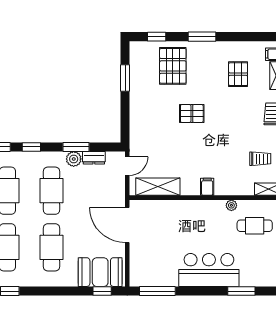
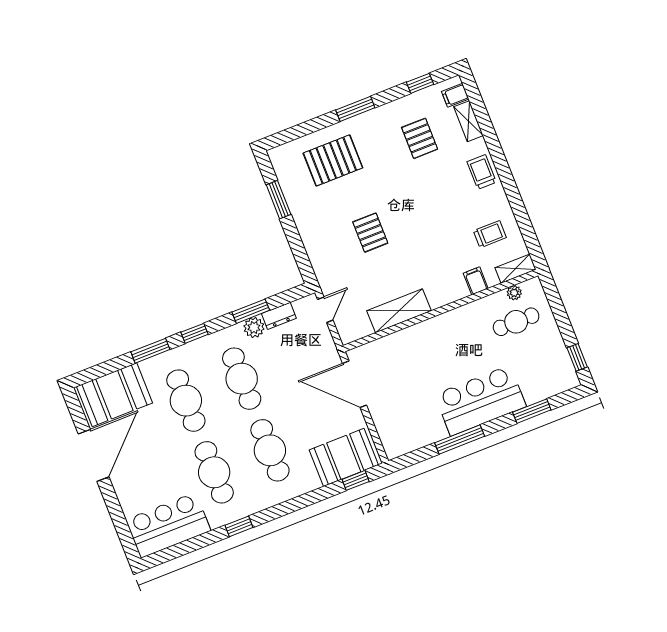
window: (157, 37) -> (420, 83), moved
pallet: (173, 66) -> (333, 160), turned 90
pallet: (192, 114) -> (370, 233), moved, turned 90
shelving: (158, 187) -> (399, 311), moved
filing cabinet: (207, 187) -> (476, 281), moved
plant: (231, 205) -> (514, 293), moved
window: (157, 291) -> (460, 439), moved

